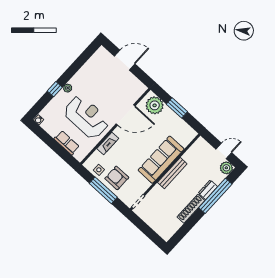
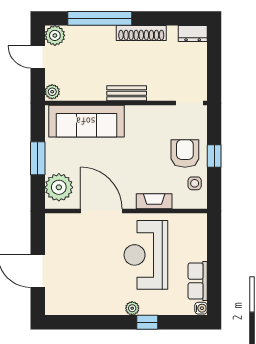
row of seats: (67, 143) -> (198, 281), moved
plant: (201, 143) -> (52, 92), added
sofa: (161, 160) -> (86, 121), moved
bench: (172, 173) -> (127, 93), width x0.73
armchair: (117, 178) -> (185, 153), turned 180
window: (103, 190) -> (214, 156), width x0.46
dresser: (208, 190) -> (193, 34), moved

